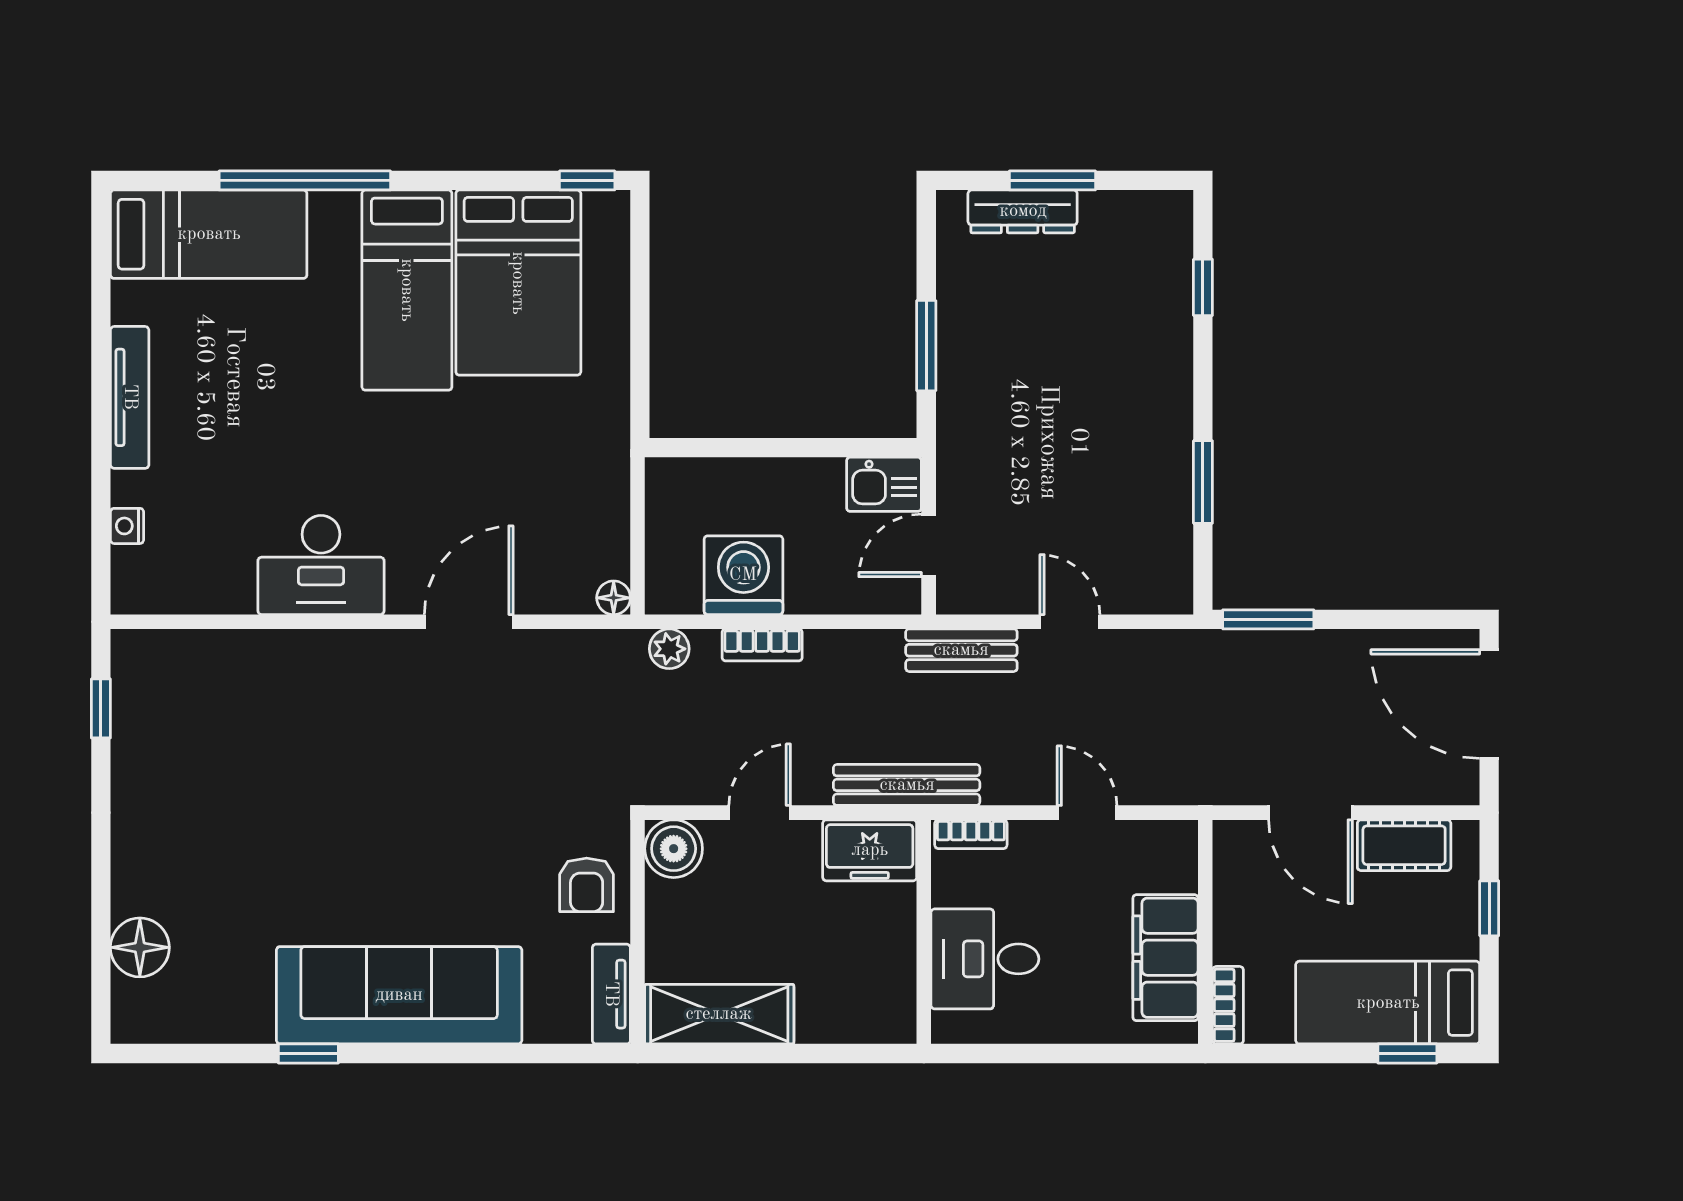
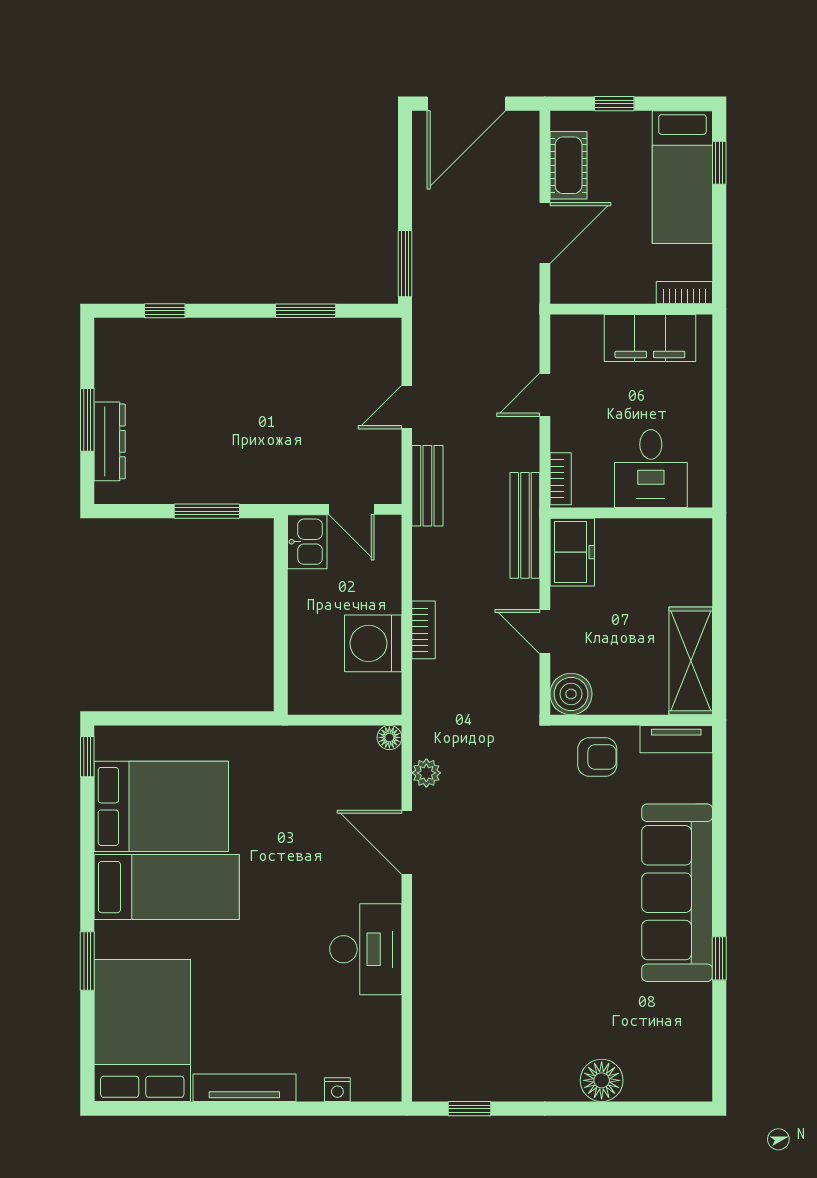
window: (305, 180) -> (87, 961), width x0.47
bed: (209, 234) -> (142, 1031), width x1.50
plant: (669, 649) -> (426, 773), moved
floor lamp: (140, 947) -> (602, 1080), moved

